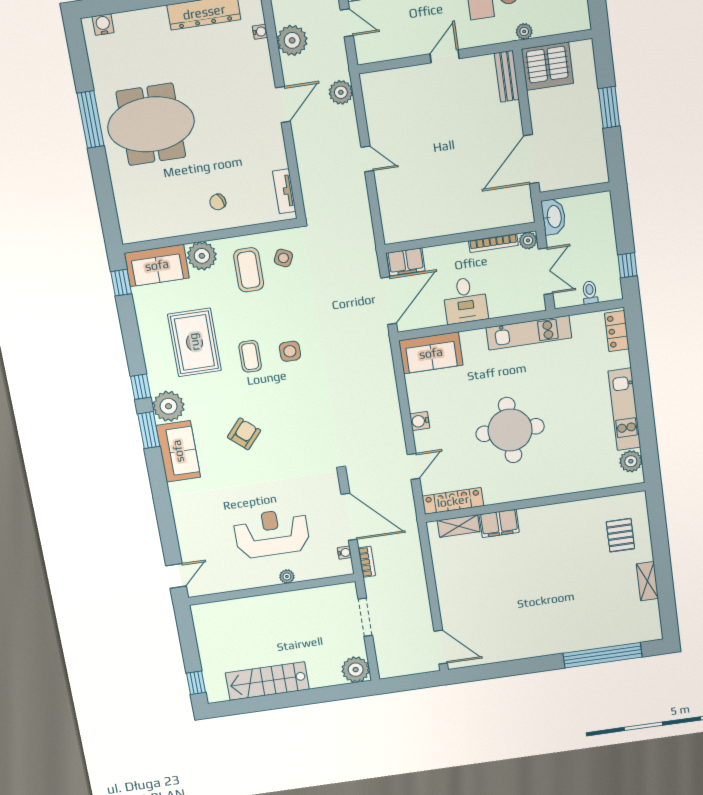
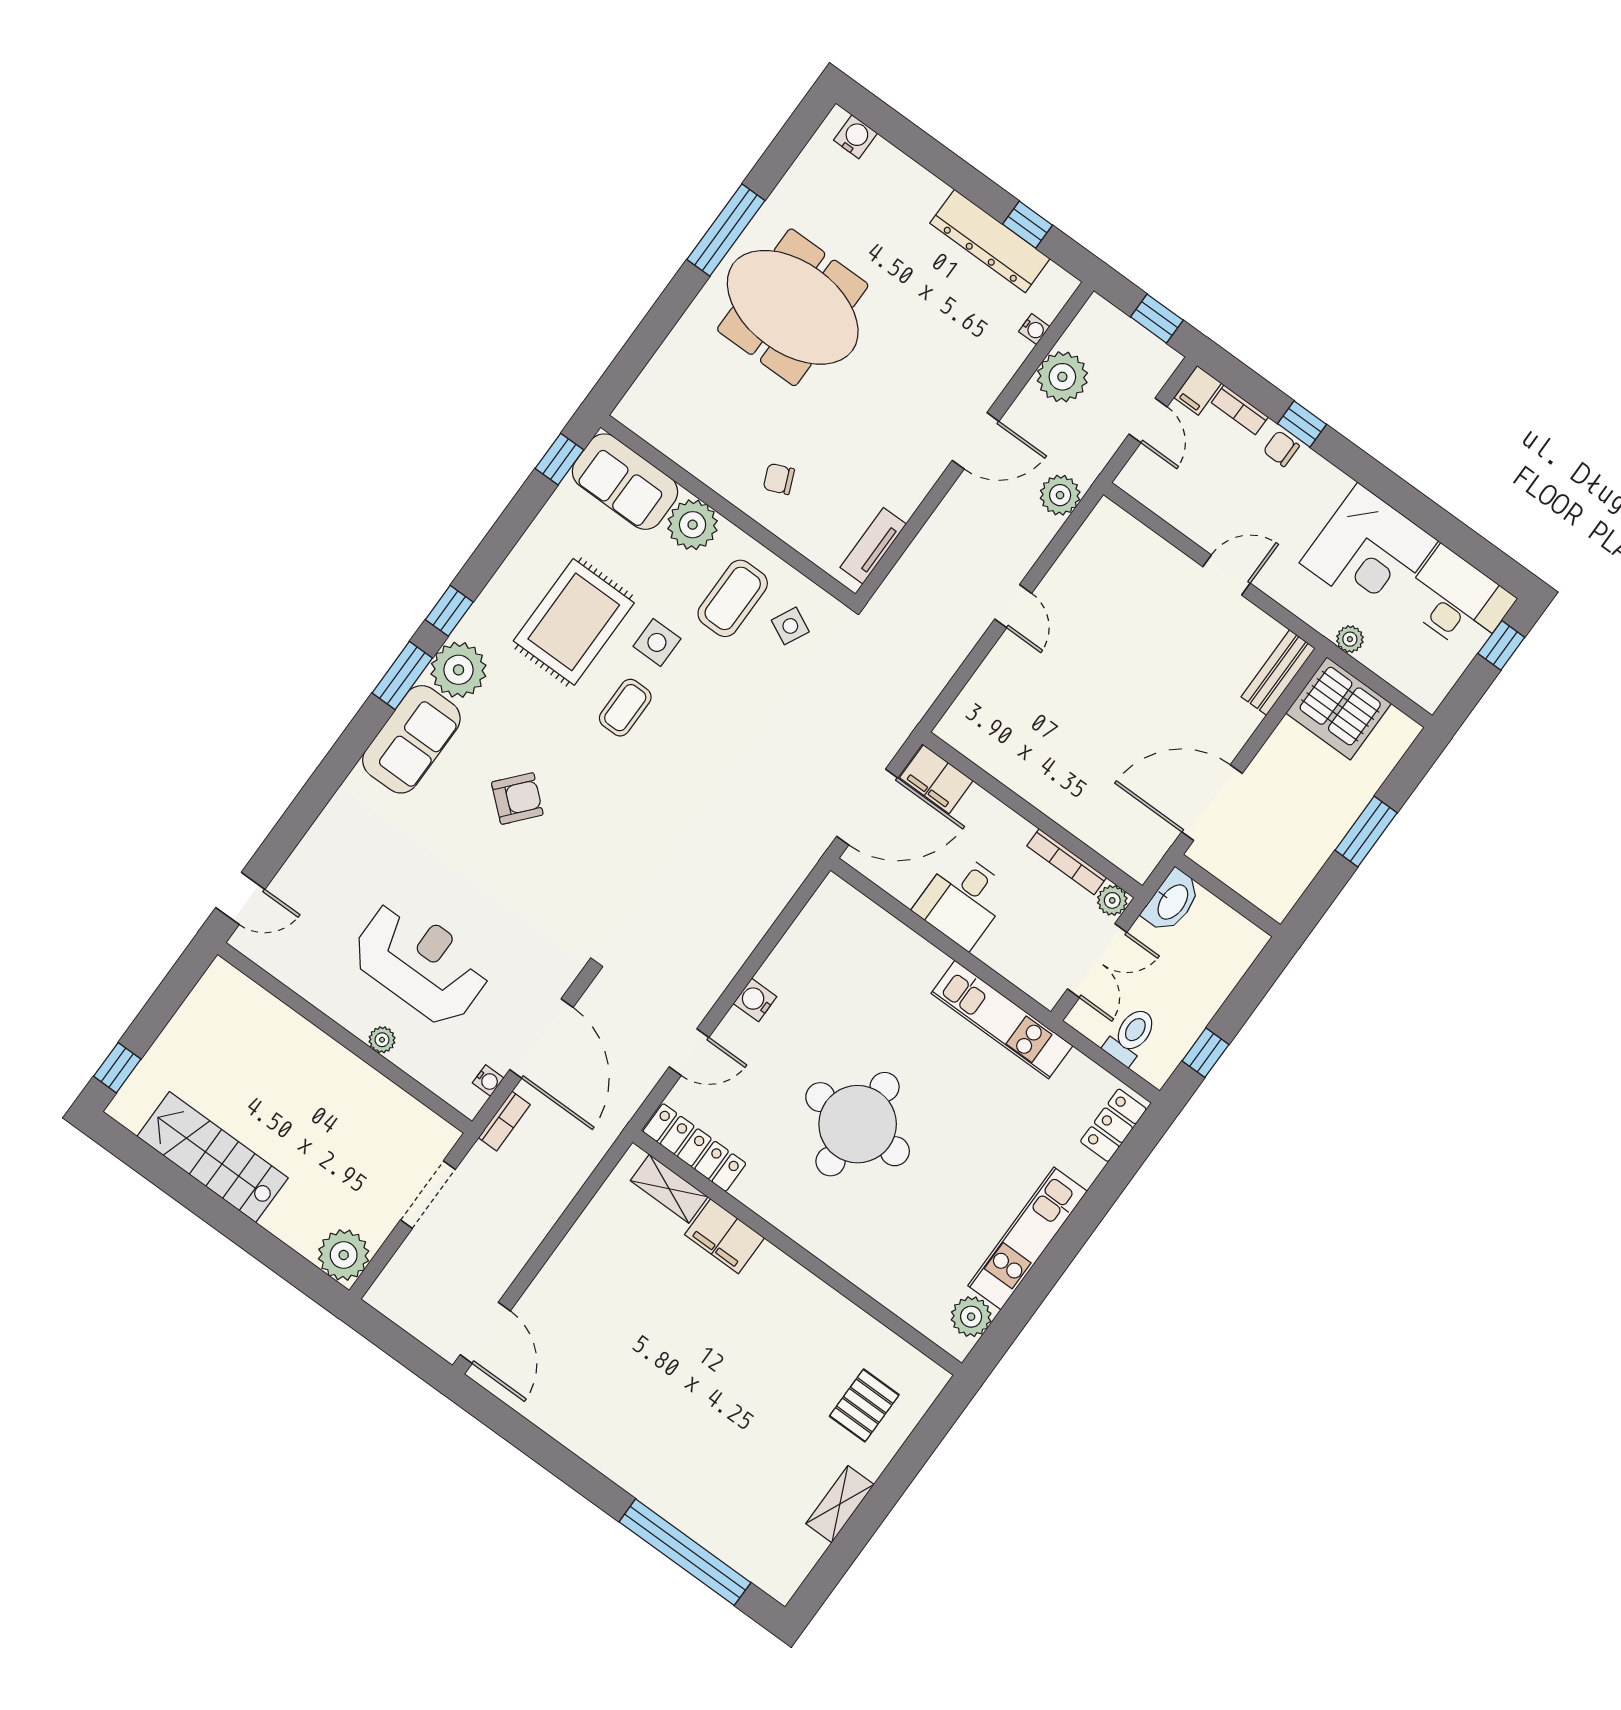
toilet: (590, 293) -> (1131, 1036), width x1.37, depth x1.39
side table: (290, 351) -> (657, 642), moved
sofa: (431, 353) -> (855, 925), removed

